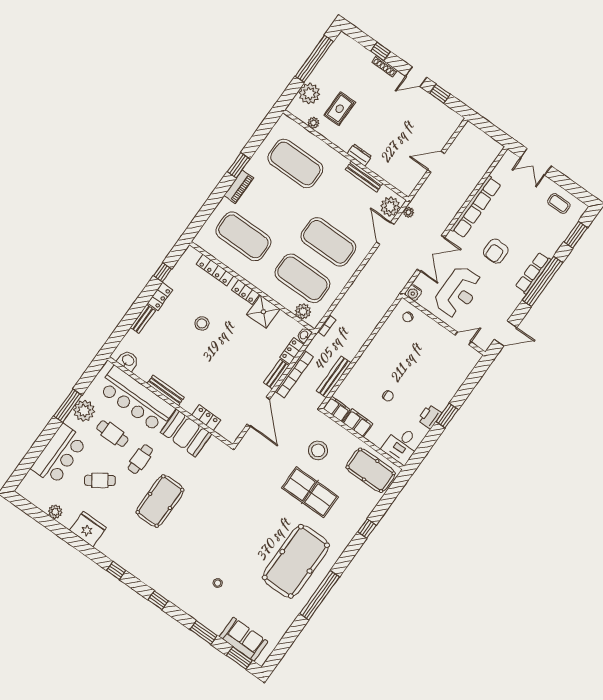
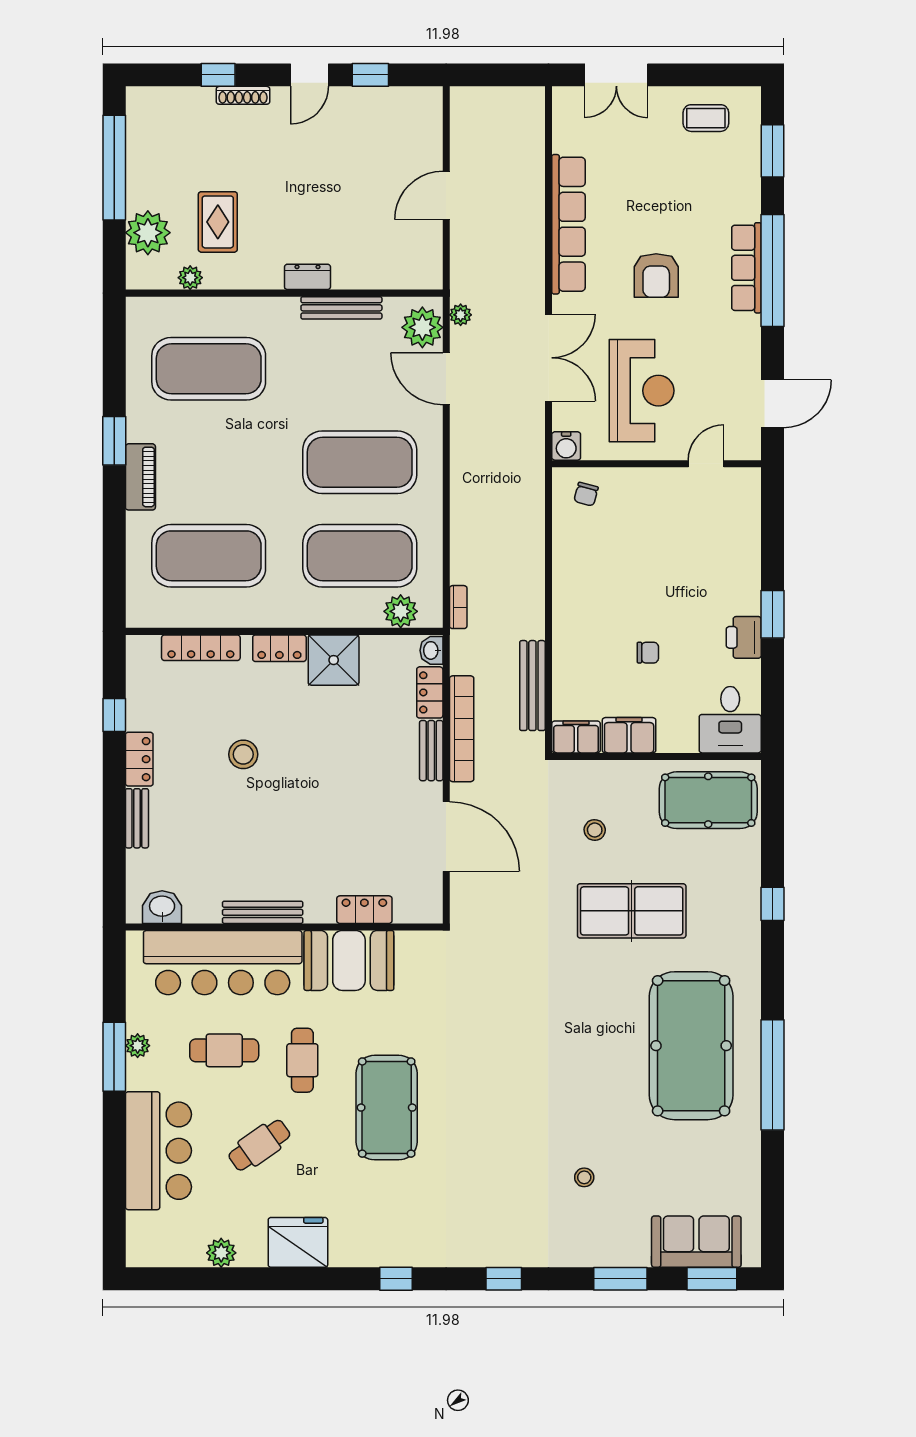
plant: (84, 411) -> (138, 1046), width x0.53, depth x0.53
stool: (318, 450) -> (595, 830), width x0.53, depth x0.53

